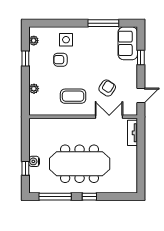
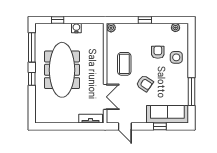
sofa: (128, 43) -> (167, 114), width x1.36
window: (25, 59) -> (145, 20), moved
armchair: (107, 88) -> (145, 83), moved
plant: (34, 89) -> (111, 28), moved
water cooler: (34, 161) -> (76, 28), moved

